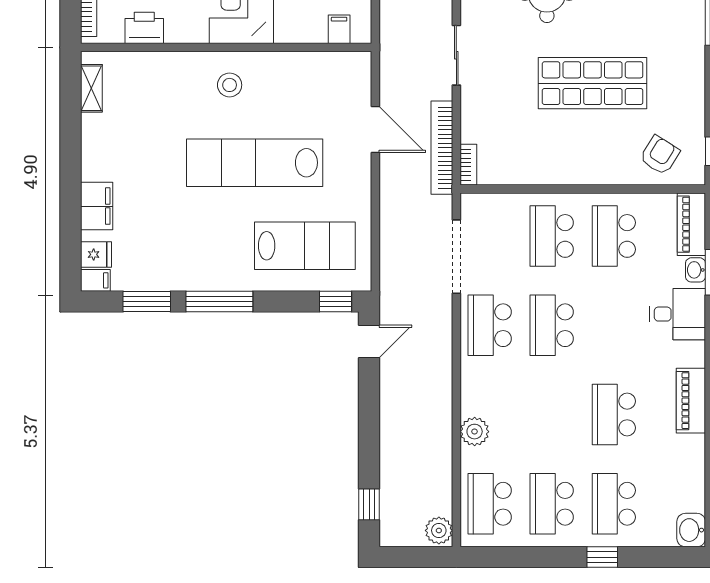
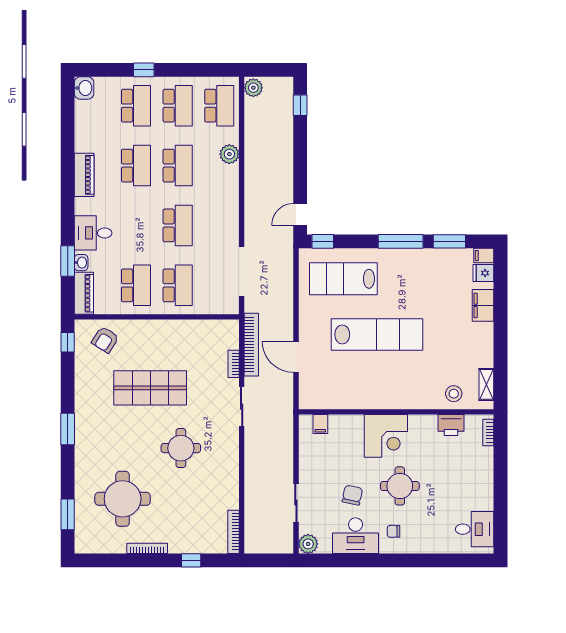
stool: (230, 85) -> (454, 394), moved
bookcase: (468, 165) -> (234, 364), moved
school desk: (490, 325) -> (178, 166), moved

